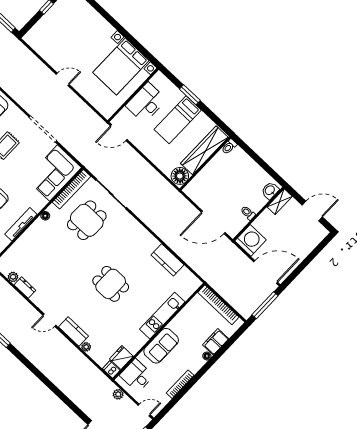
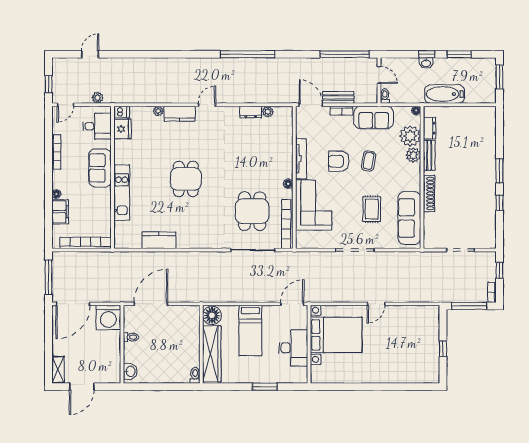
bed with nightstands: (121, 67) -> (336, 335), moved, turned 90
bed: (178, 120) -> (250, 331), moved, turned 180
corner sofa: (53, 173) -> (314, 205), moved
shelving: (280, 202) -> (58, 370), moved
dining table: (111, 284) -> (186, 179), turned 90

